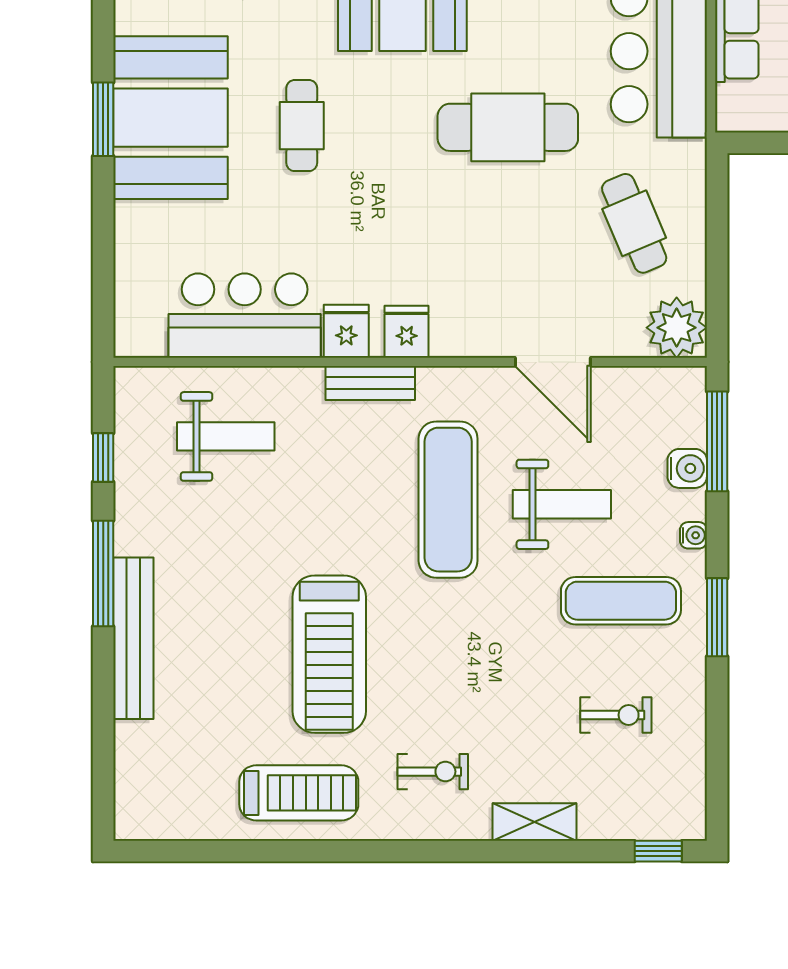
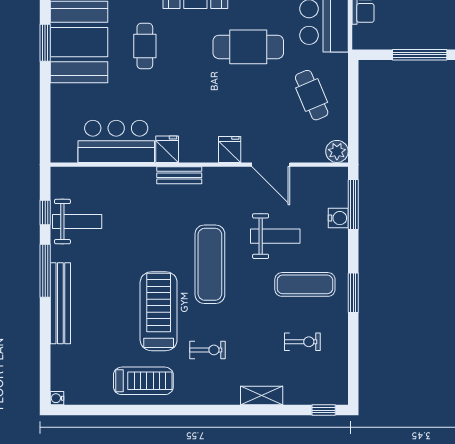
plant: (677, 328) -> (337, 151), width x0.73, depth x0.73
fridge: (407, 332) -> (230, 149), moved
weight bench: (226, 436) -> (77, 222), moved
exercise mat: (448, 500) -> (210, 264), moved
water cooler: (693, 535) -> (57, 398), moved, turned 180
treadmill: (329, 654) -> (159, 311), turned 180
exercise bike: (433, 772) -> (208, 350), moved

